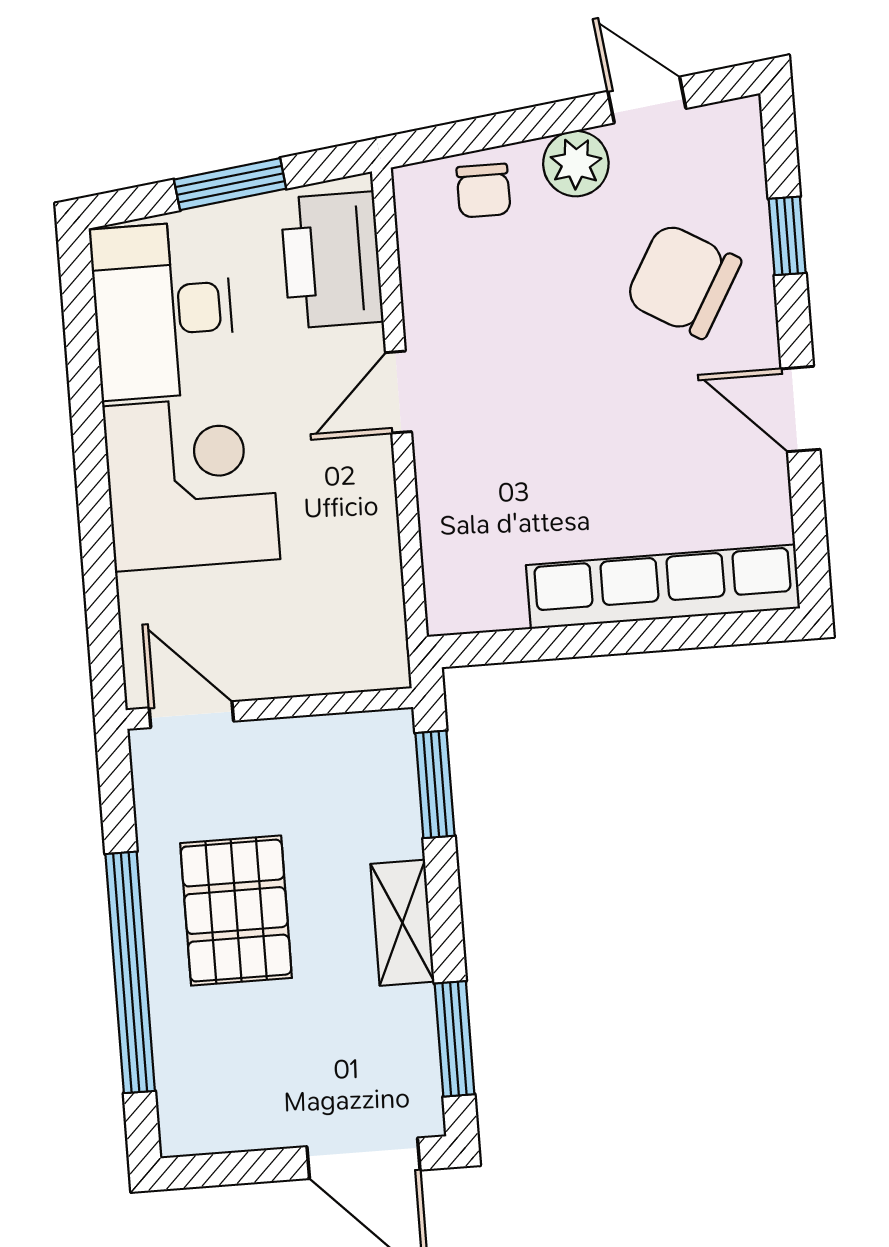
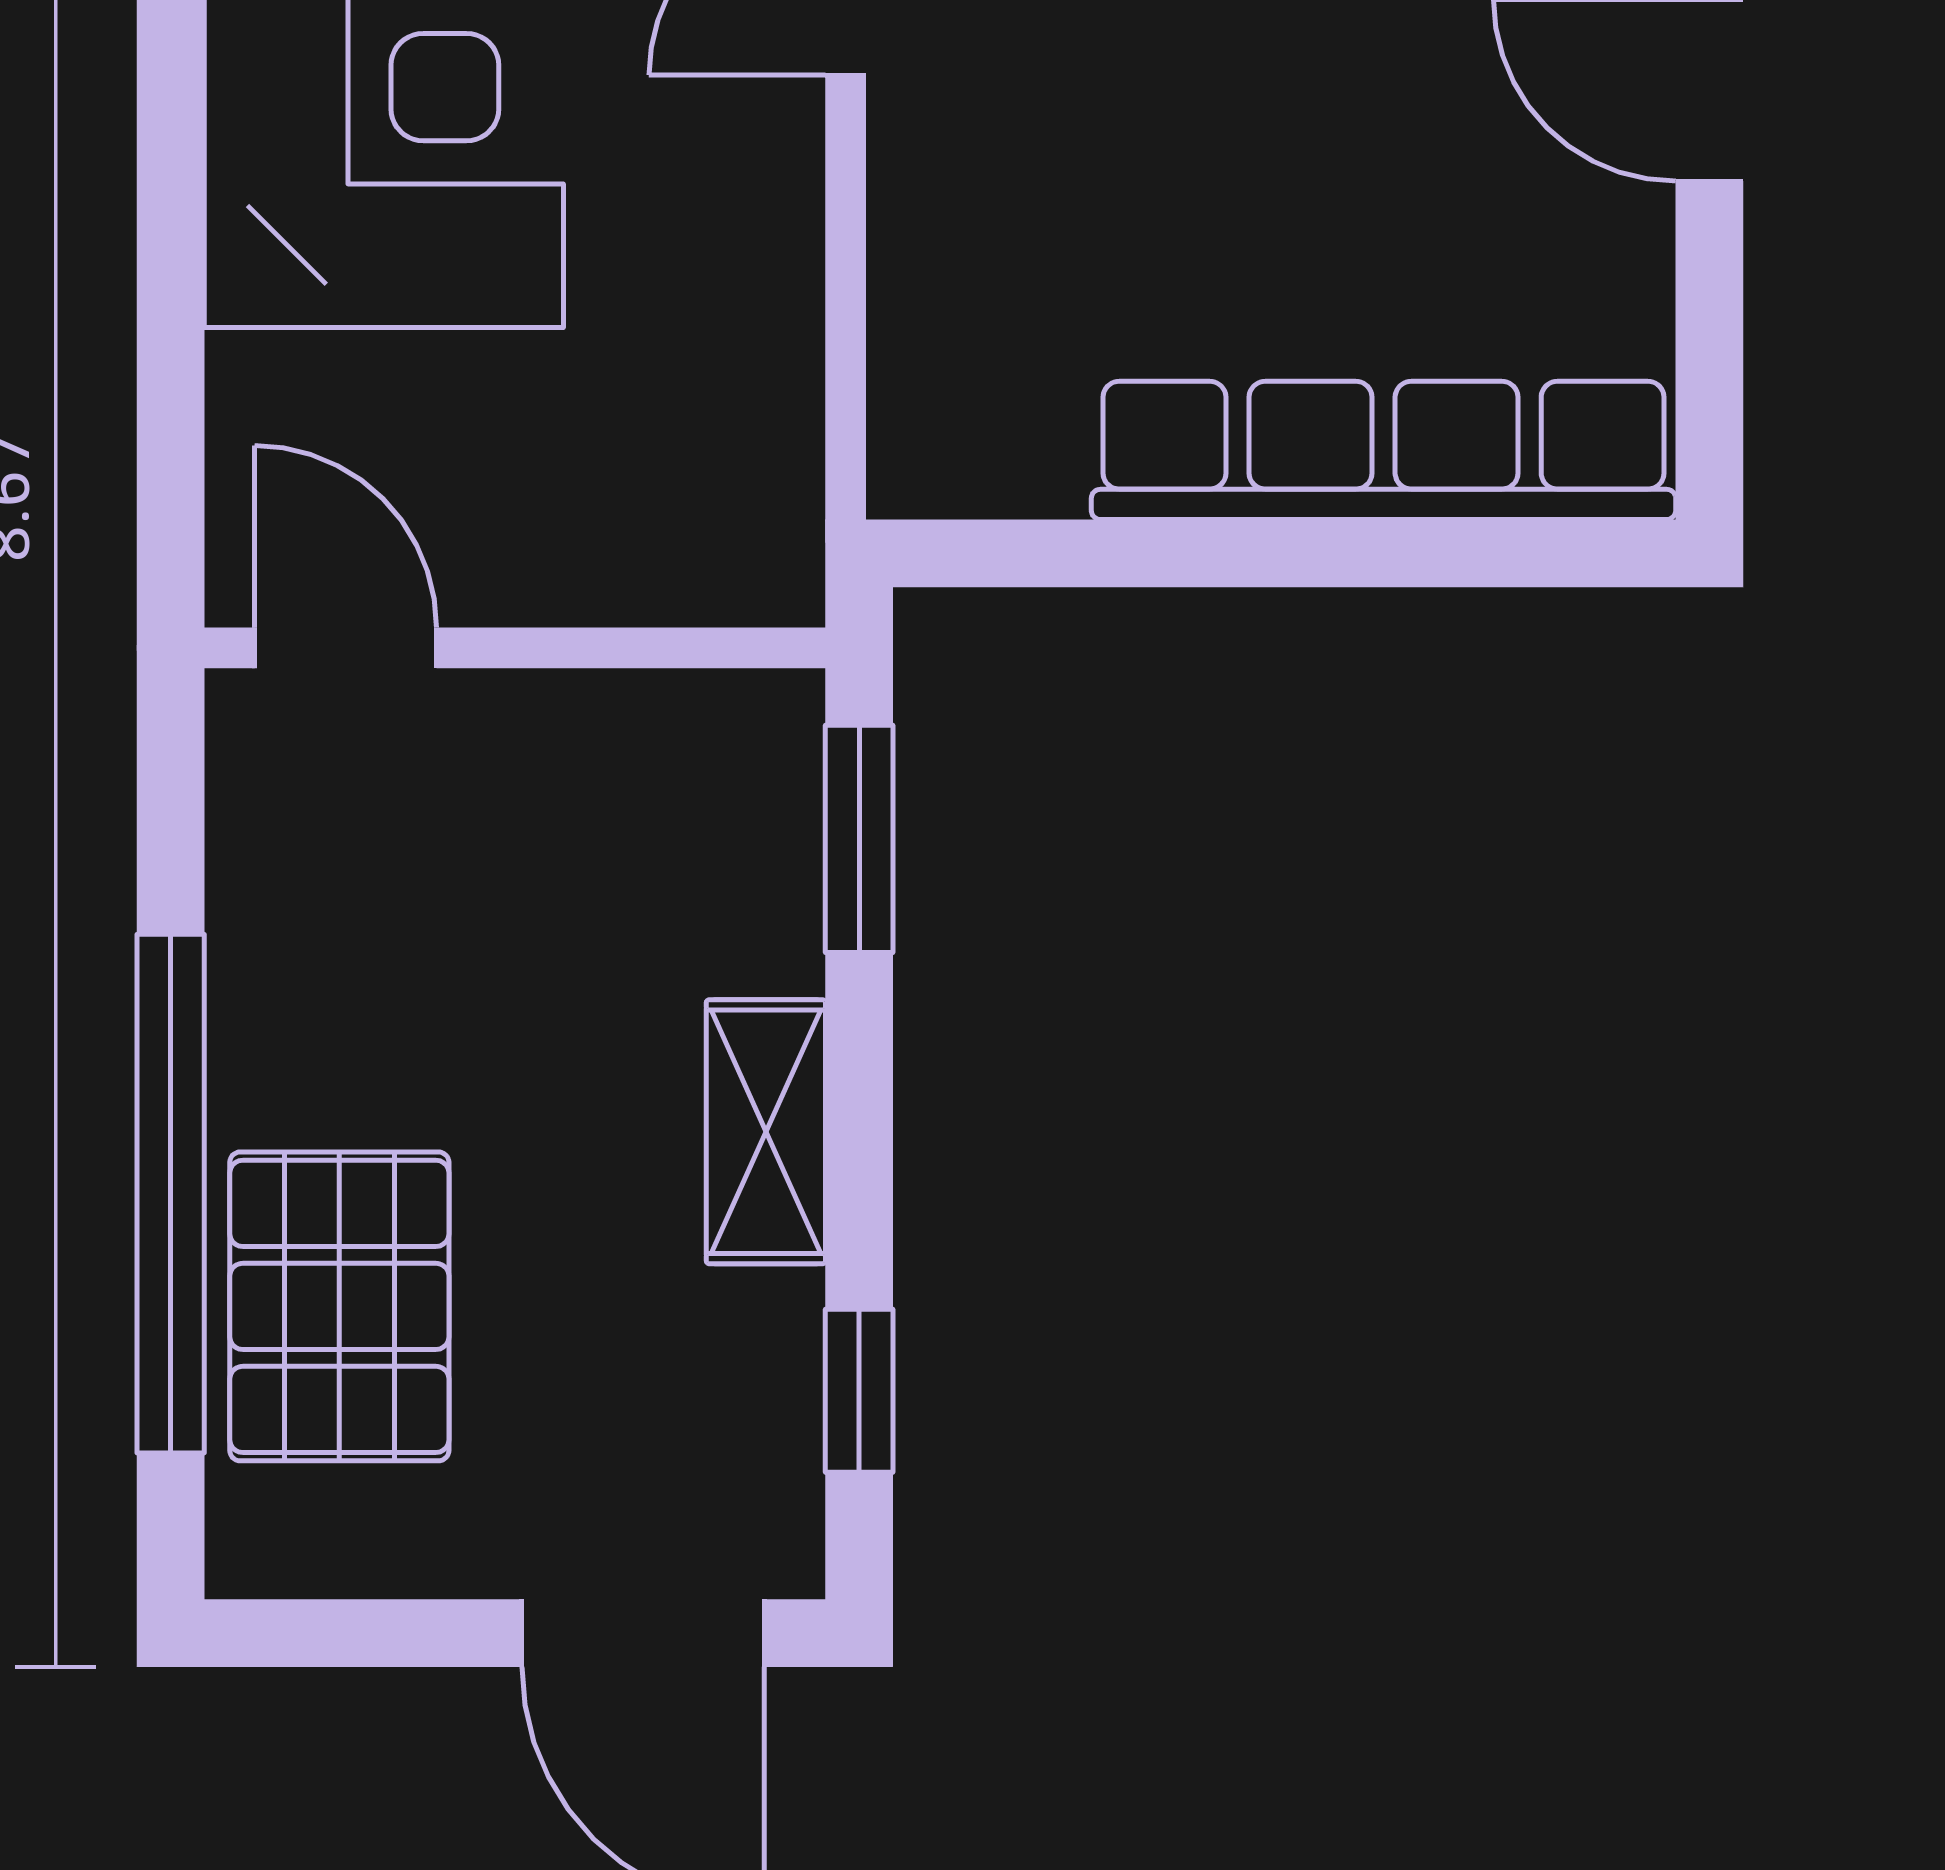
pallet: (236, 911) -> (339, 1306), moved
window: (455, 1039) -> (859, 1391), width x0.67

